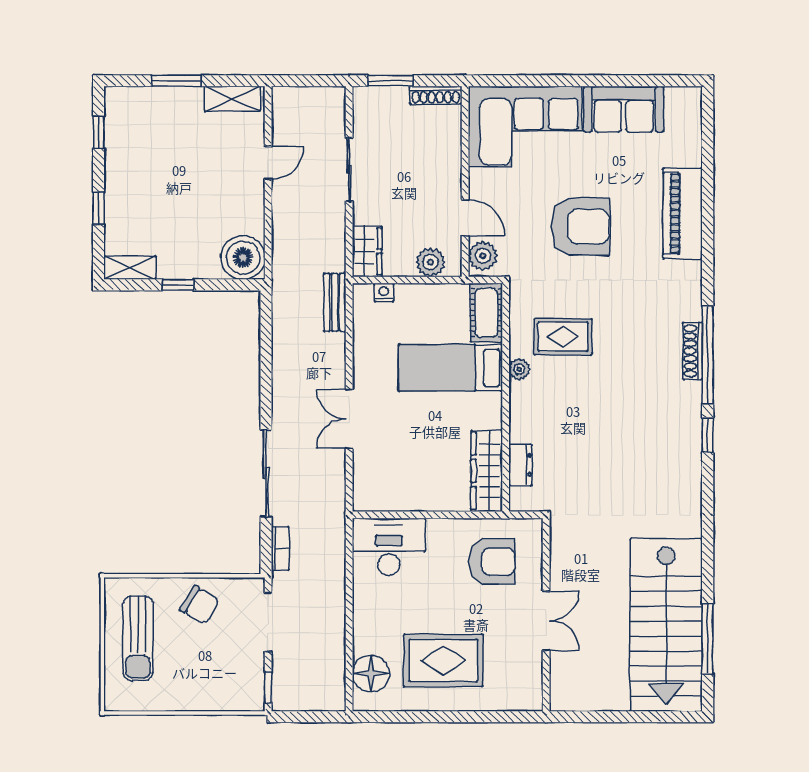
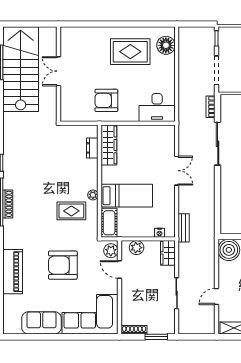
wall: (546, 615) -> (58, 74), moved
double door: (546, 621) -> (58, 71), moved

